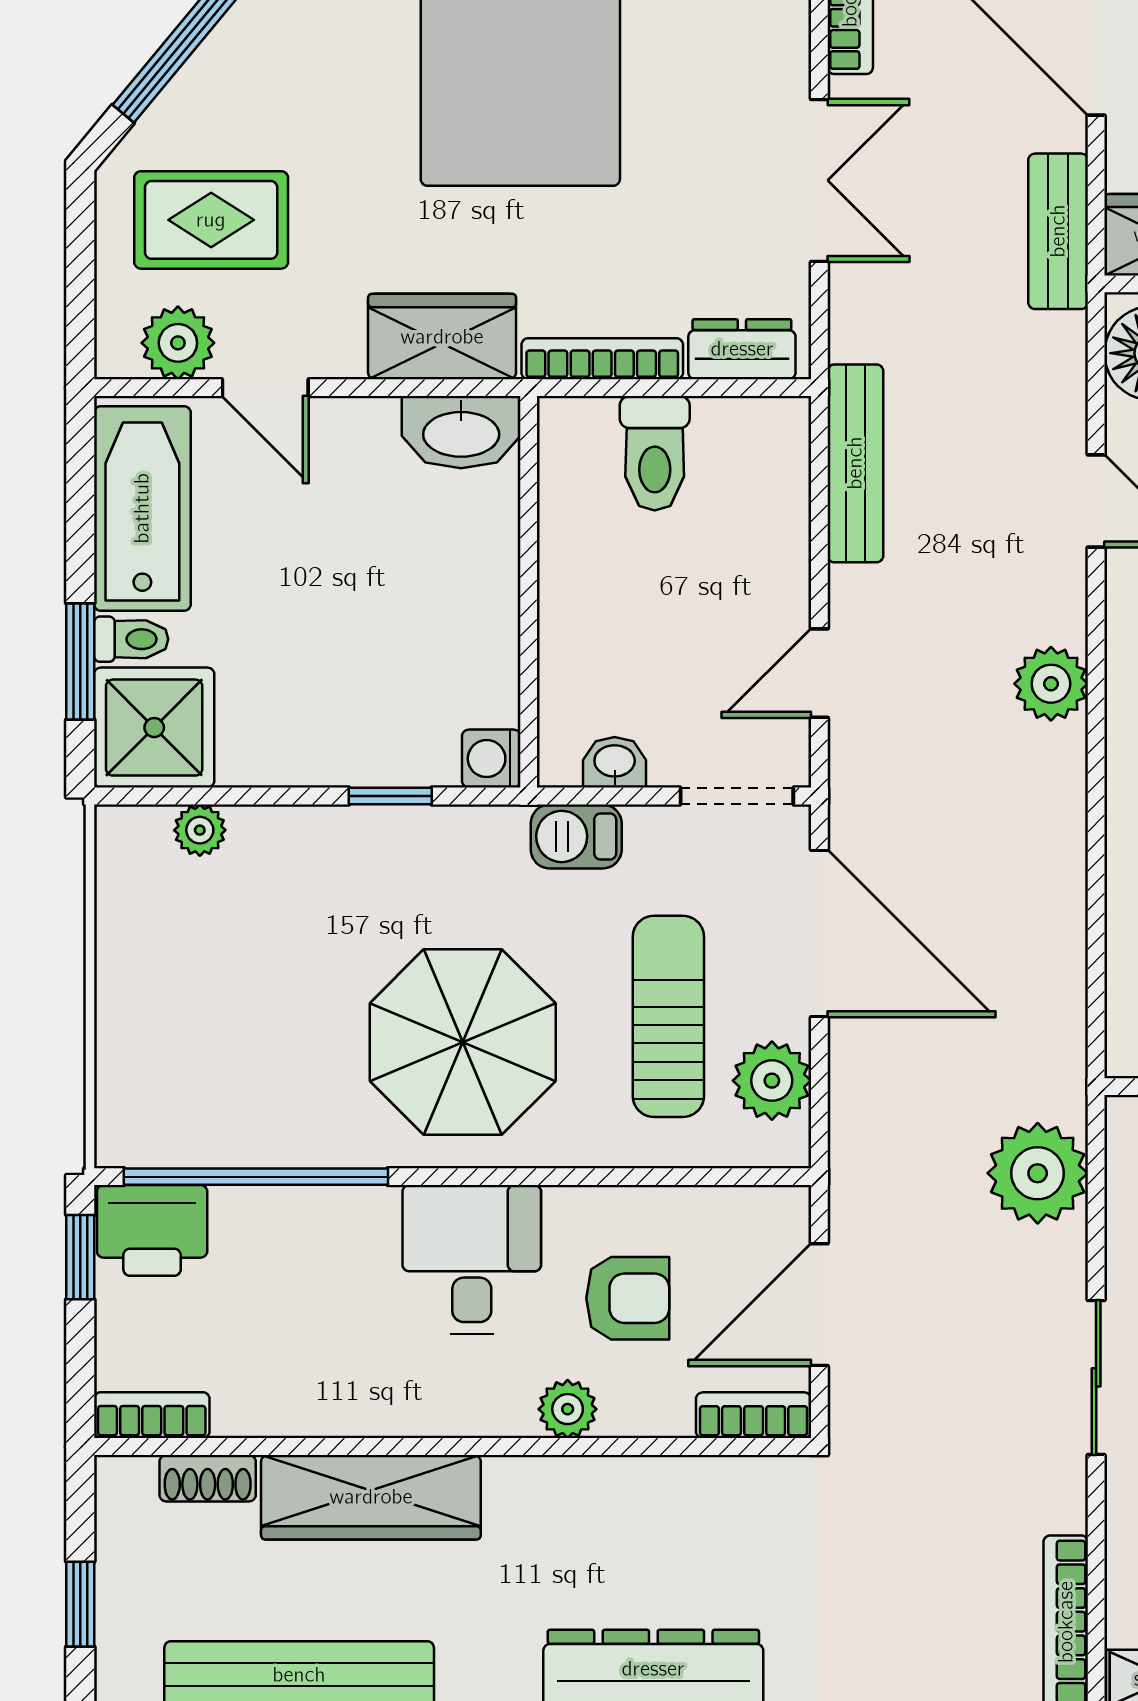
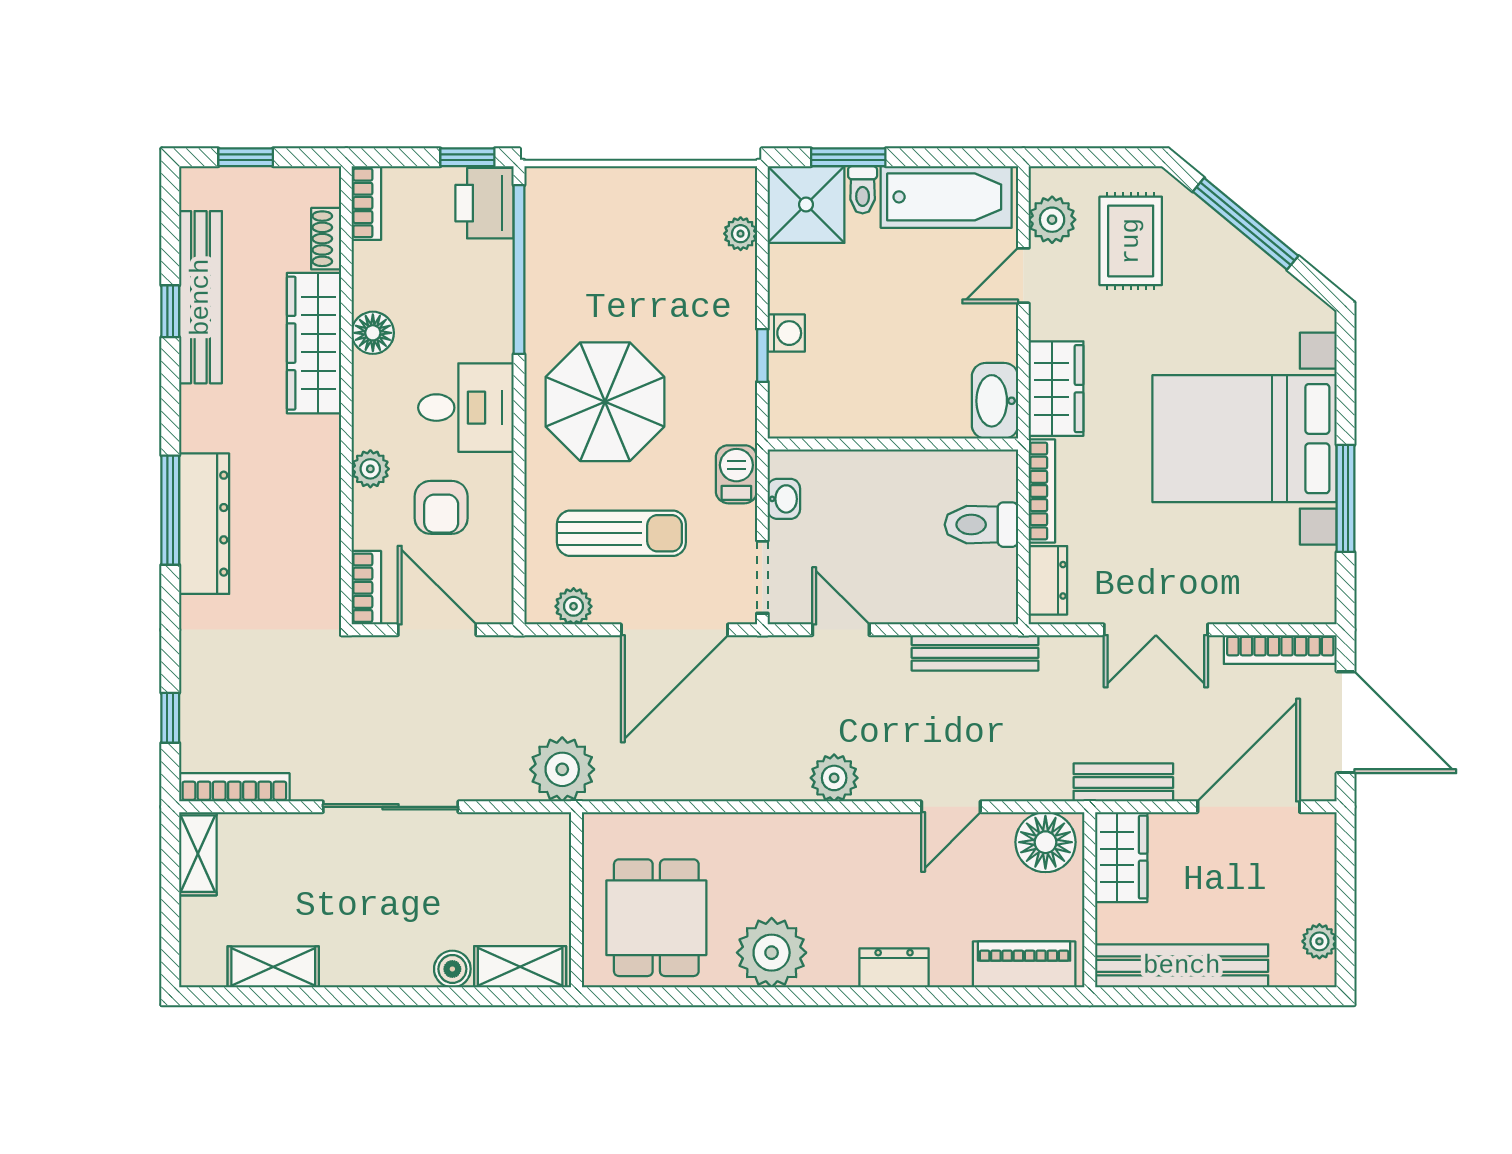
washing machine: (491, 759) -> (786, 333), moved, turned 90
plant: (772, 1081) -> (574, 606), width x0.73, depth x0.73
plant: (1038, 1173) -> (562, 769), moved
sliding door: (1096, 1377) -> (391, 807), width x1.37
floor lamp: (355, 1405) -> (373, 333), added

